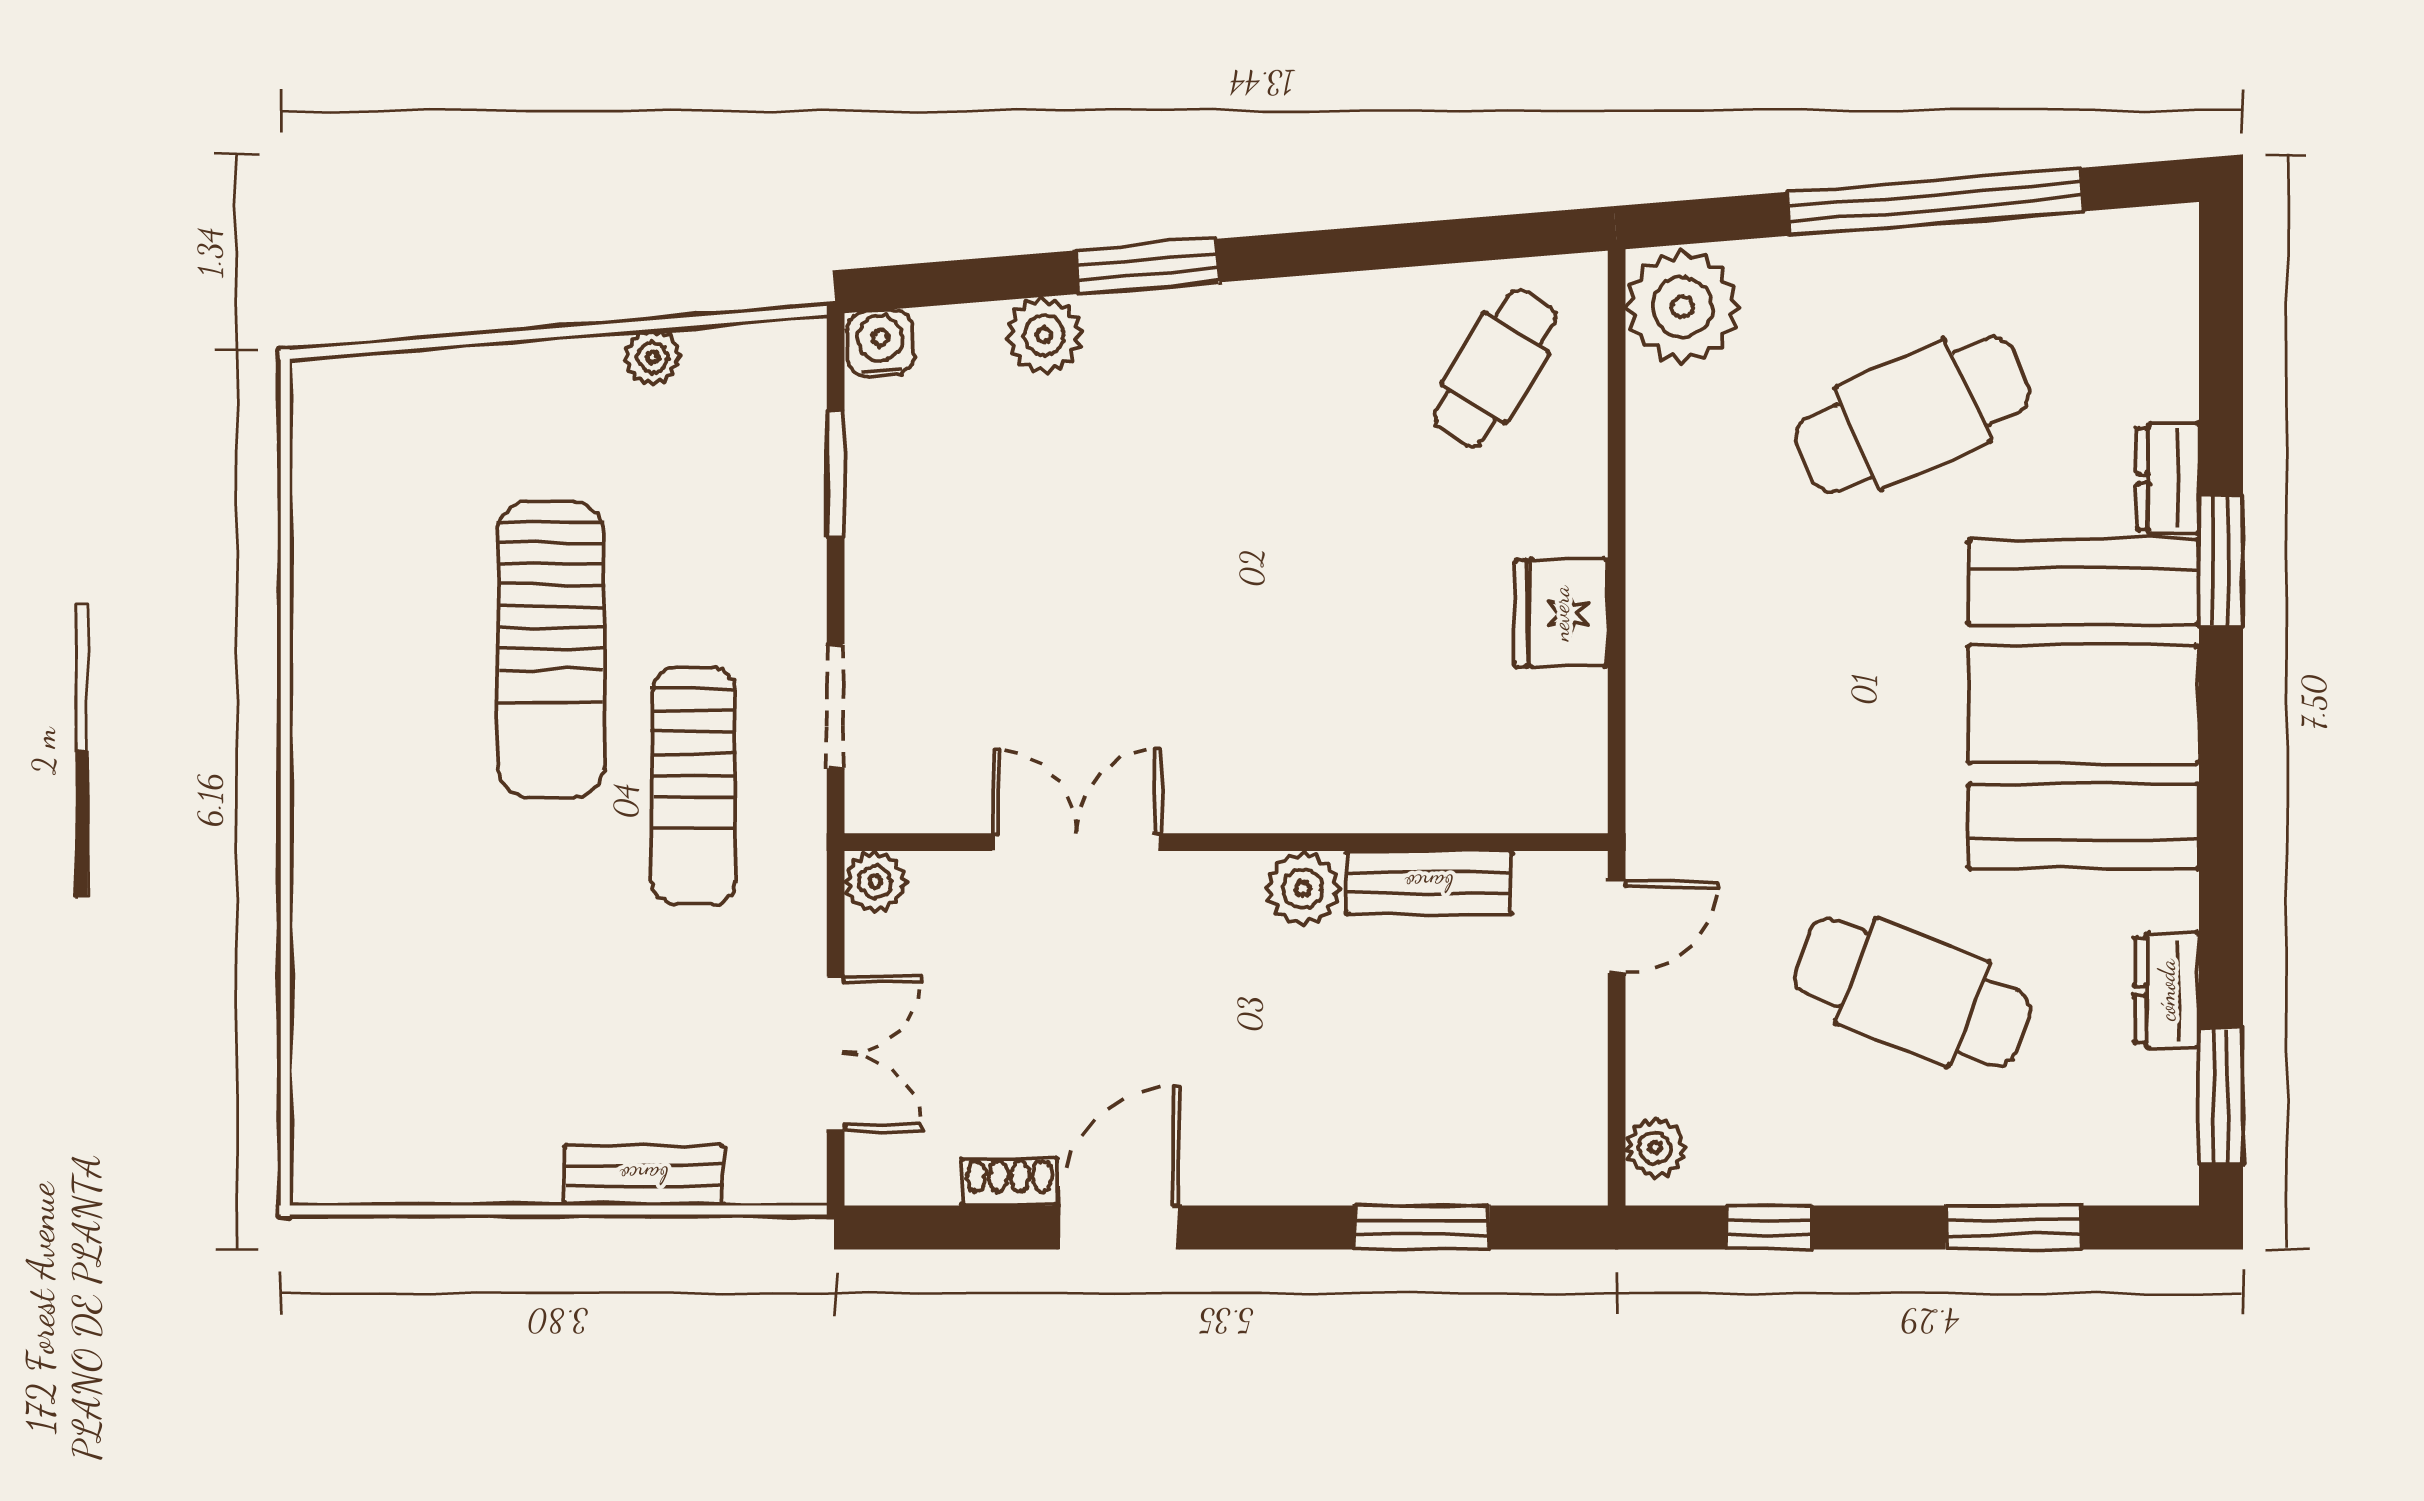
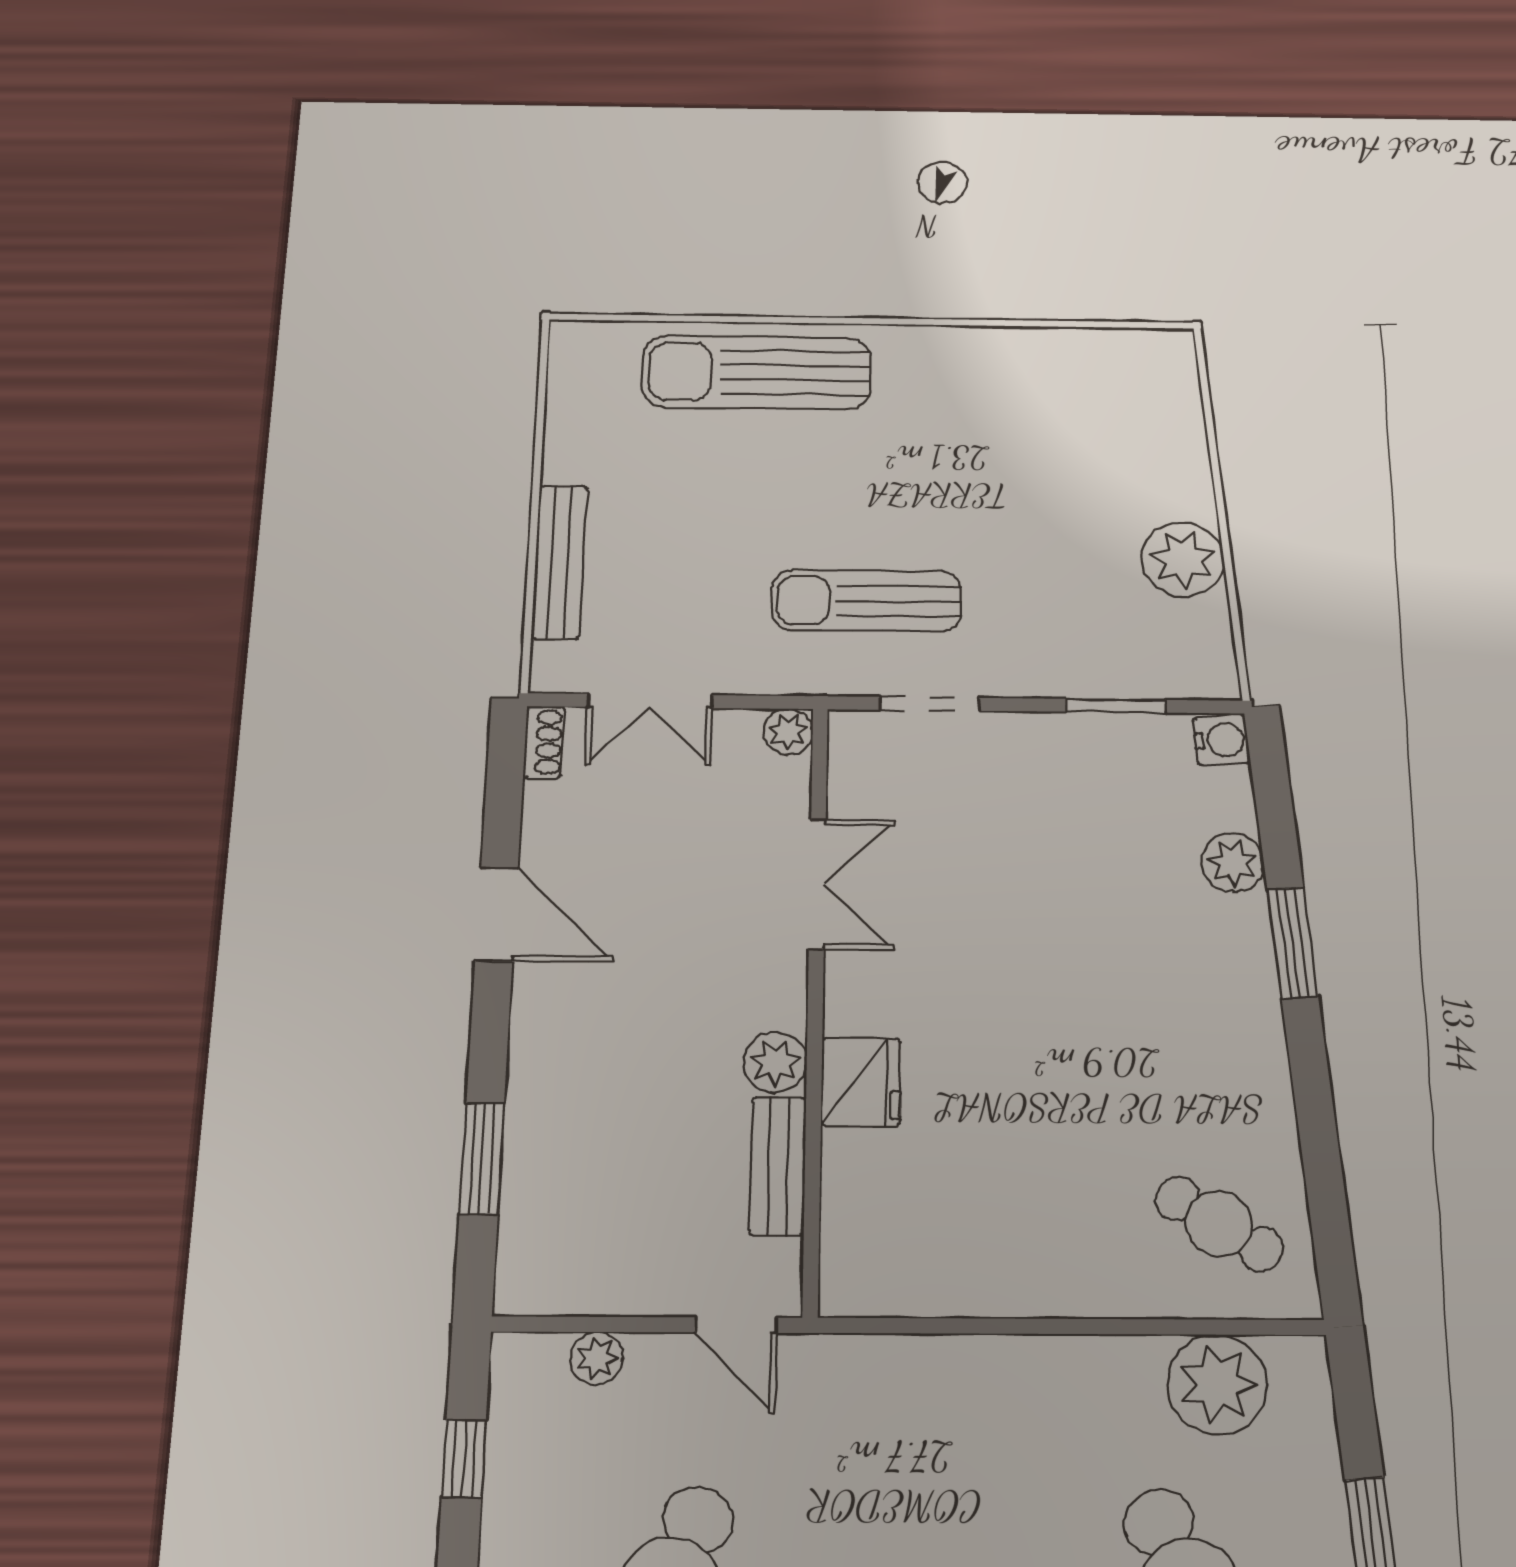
plant: (1682, 307) -> (1217, 1384), moved
plant: (653, 357) -> (1183, 559), width x1.88, depth x1.88
fridge: (1561, 613) -> (861, 1082), moved, turned 90
sun lounger: (551, 649) -> (756, 373), moved
plant: (1655, 1148) -> (597, 1358), moved
bench: (644, 1175) -> (559, 562), width x1.36
shoe rack: (1009, 1182) -> (544, 742), moved

